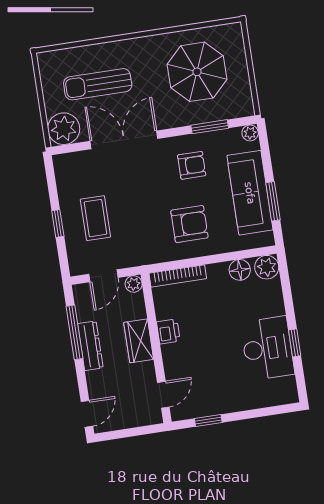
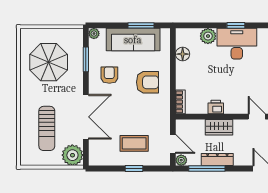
double door: (124, 140) -> (86, 117), swing flipped
armchair: (189, 224) -> (148, 82), turned 90
plant: (267, 267) -> (208, 36), moved
bookcase: (178, 276) -> (180, 102), width x0.64
plant: (134, 284) -> (181, 160), moved

